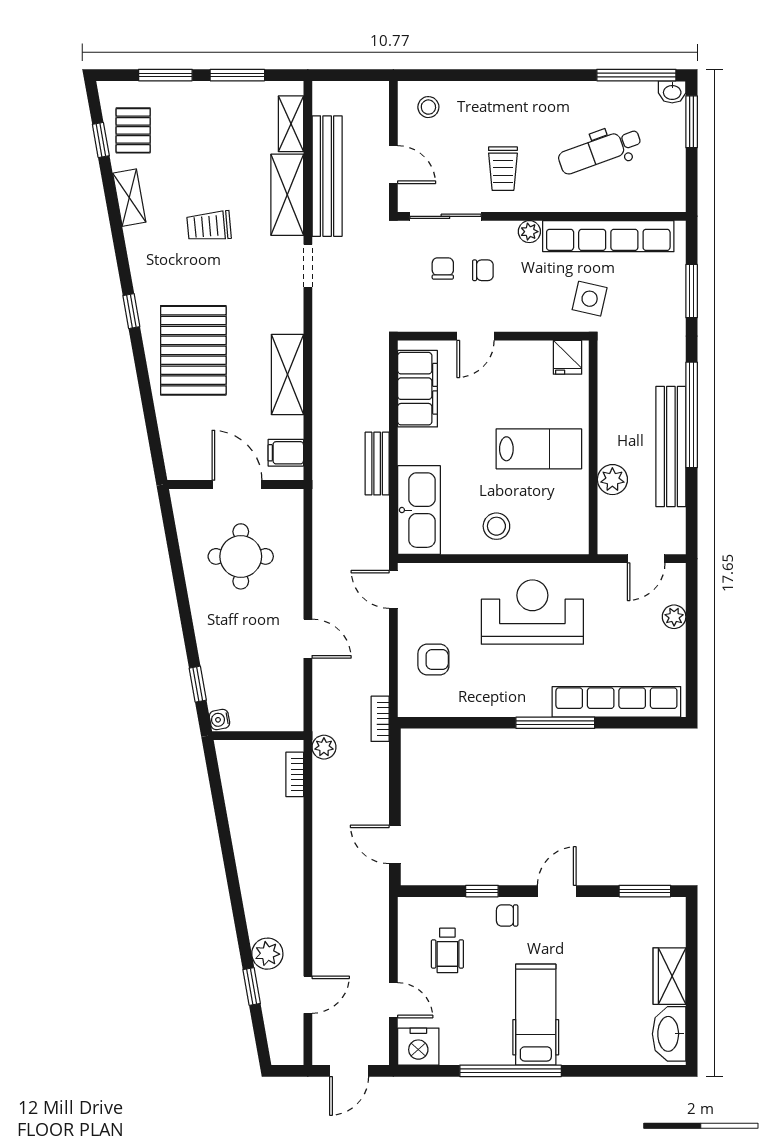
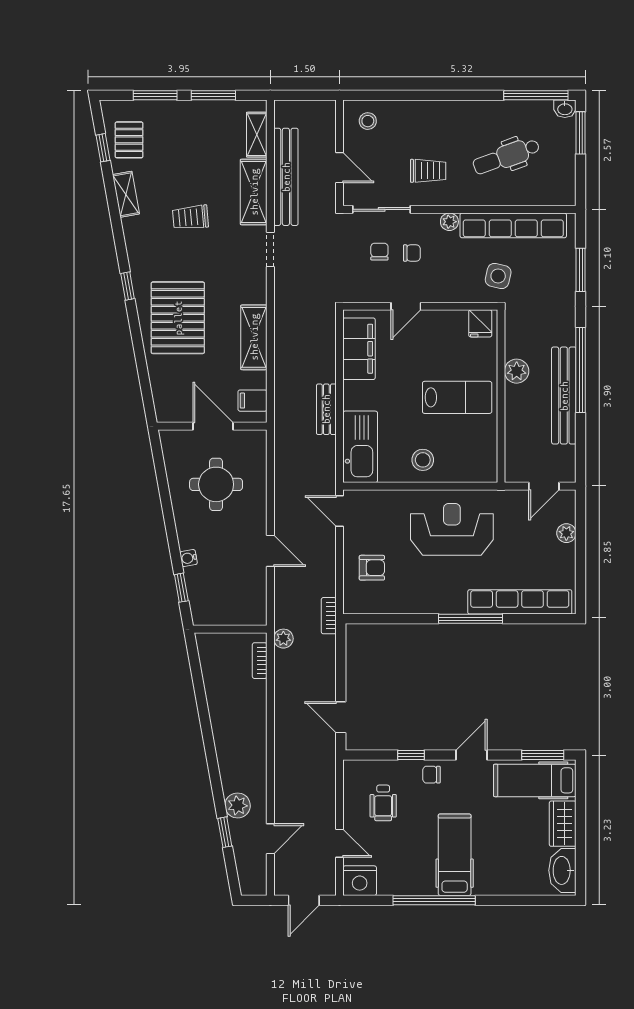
trolley: (503, 169) -> (428, 171), turned -90
plant: (612, 480) -> (517, 371), moved
water cooler: (220, 720) -> (189, 558), moved
hospital bed: (635, 923) -> (535, 780), added

